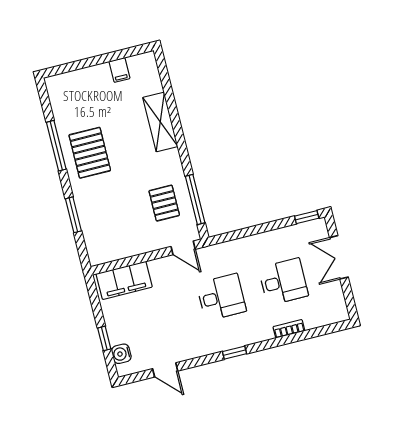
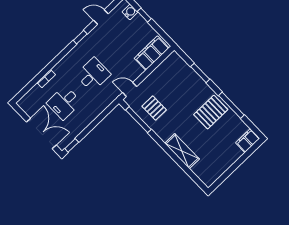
filing cabinet: (119, 70) -> (248, 141), moved, width x2.00
pallet: (90, 153) -> (211, 112), turned 90
double door: (339, 257) -> (41, 134), width x1.37
desk: (221, 297) -> (93, 75), turned 180
window: (234, 353) -> (80, 37), moved

